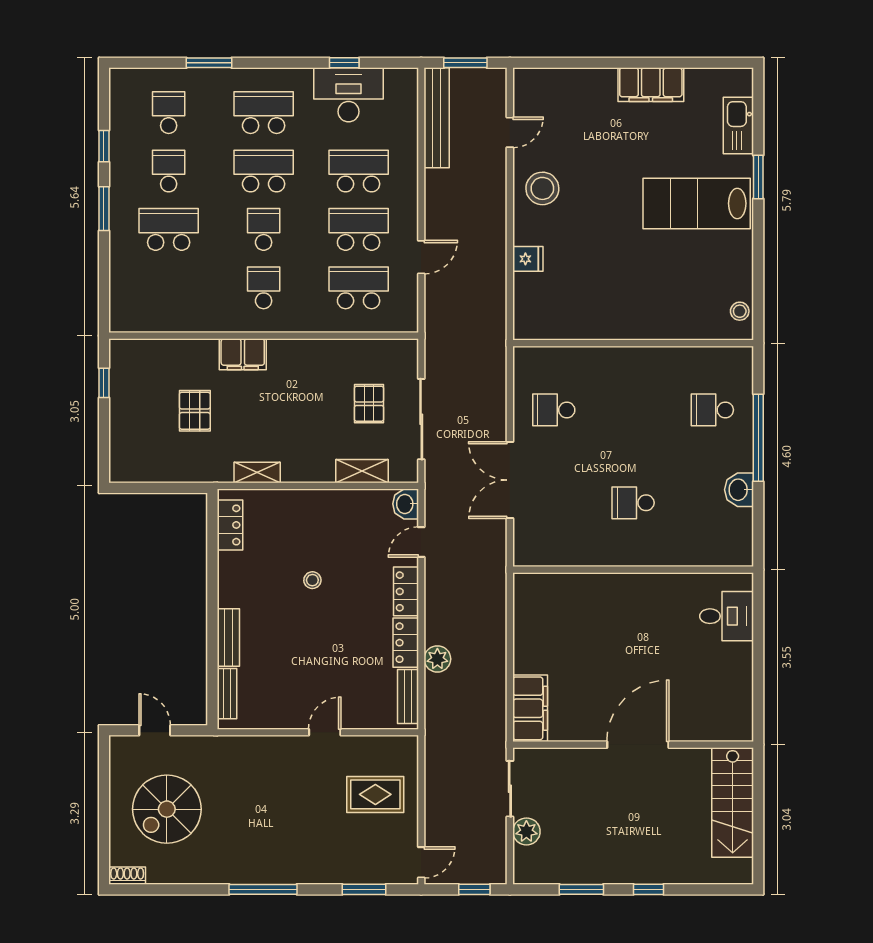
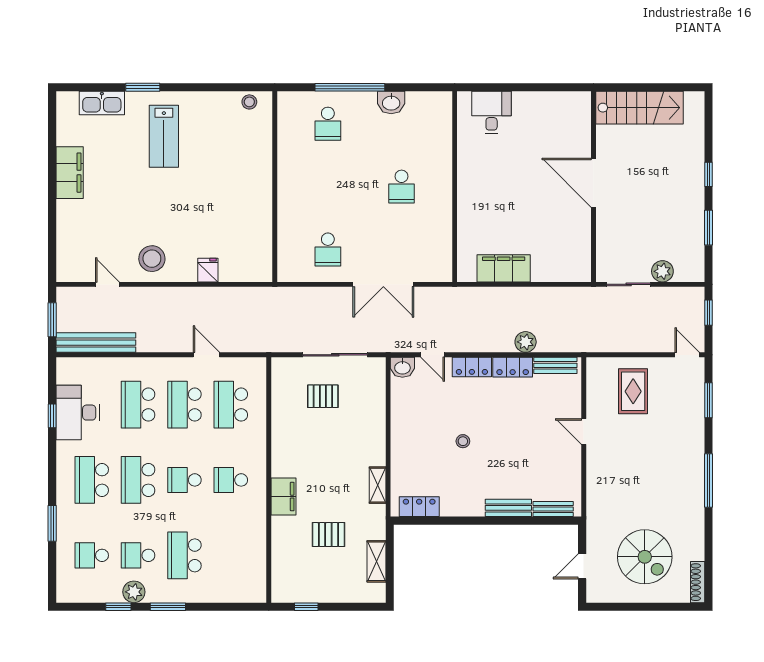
plant: (123, 166) -> (134, 592), added
lab bench: (697, 203) -> (164, 136), width x0.73, depth x0.72
shelving: (362, 471) -> (376, 561), moved
filing cabinet: (530, 708) -> (504, 268), moved
shoe rack: (127, 876) -> (698, 582), width x1.43

